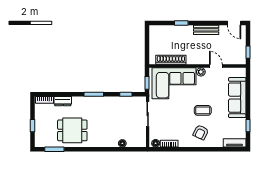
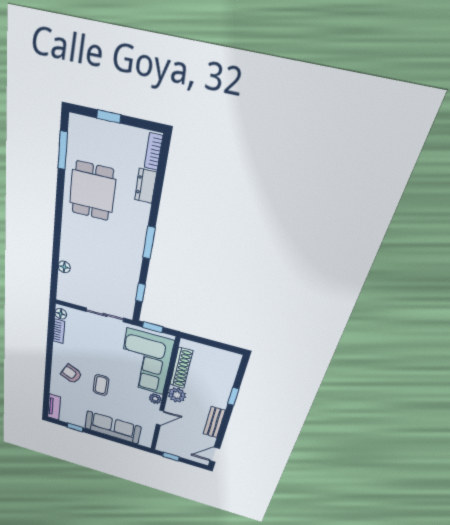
plant: (193, 58) -> (177, 395), added

